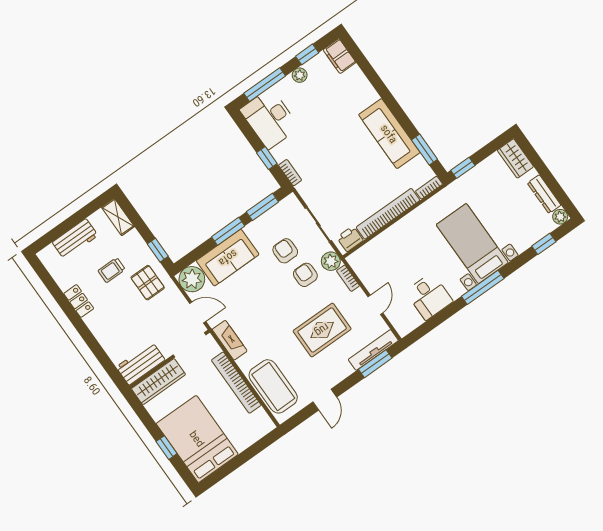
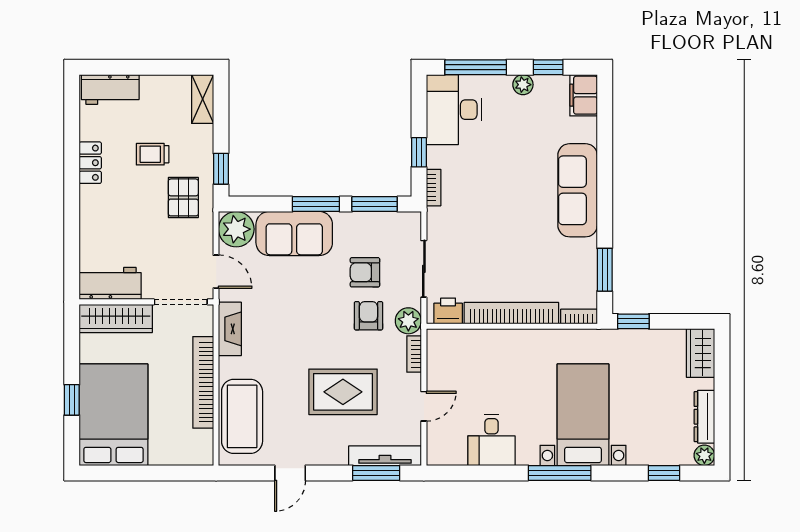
sofa: (389, 134) -> (578, 190), moved
workbench: (75, 239) -> (110, 89), moved
armchair: (285, 251) -> (365, 272), turned -90

